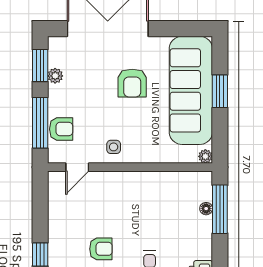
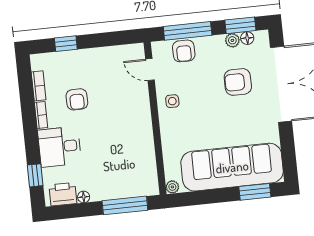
floor lamp: (55, 60) -> (247, 38), added
armchair: (132, 83) -> (238, 82), moved
window: (220, 91) -> (255, 192), moved
floor lamp: (206, 209) -> (84, 197), moved

